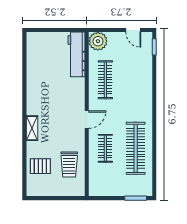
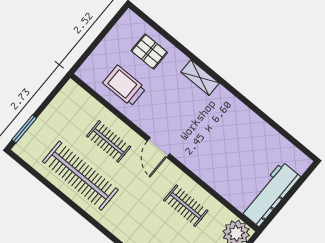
workbench: (76, 54) -> (270, 194), moved, turned -90
clothes rail: (105, 80) -> (186, 206), width x0.73
pallet: (40, 166) -> (149, 52), turned 90

